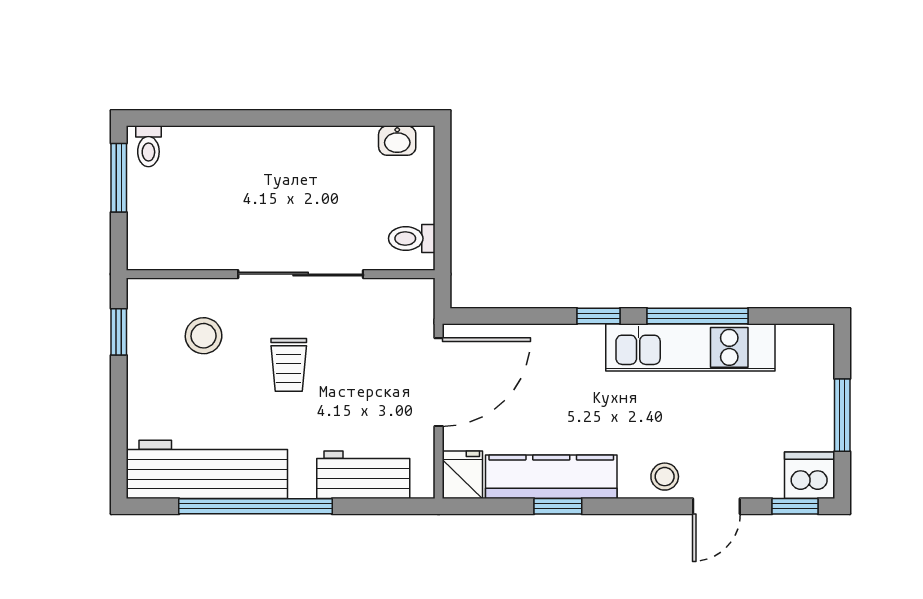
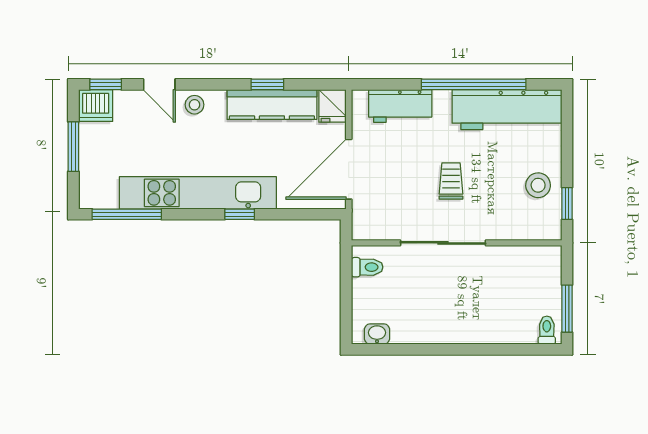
window: (697, 316) -> (127, 214), moved
stool: (204, 336) -> (538, 185), moved
kitchen unit: (690, 347) -> (198, 193), width x1.36
door: (716, 506) -> (159, 84), swing flipped

